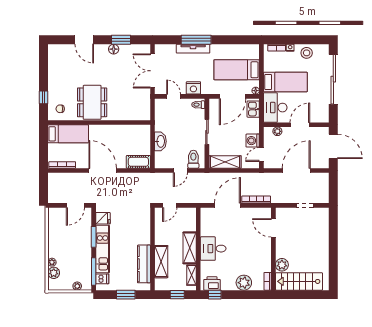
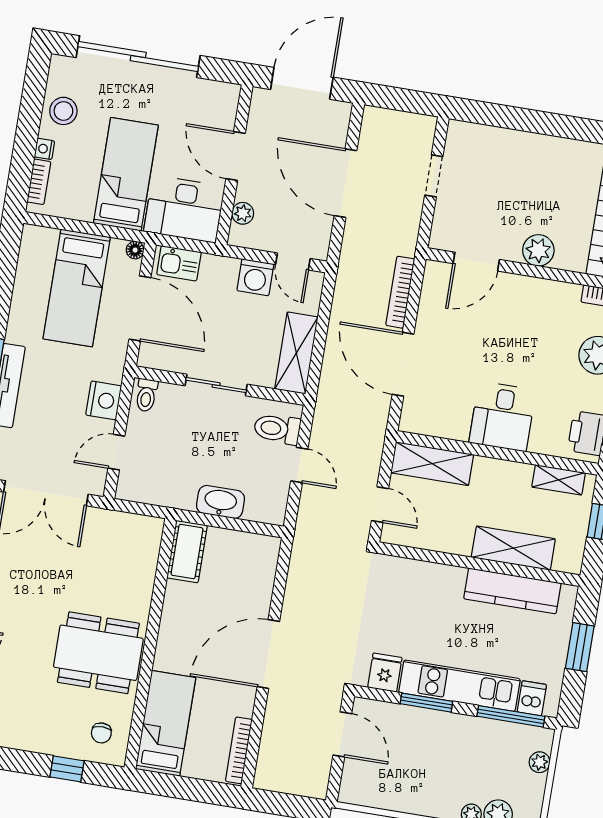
cot: (138, 162) -> (187, 552), moved
shelving: (190, 248) -> (432, 464), moved
plant: (282, 265) -> (538, 250), moved

